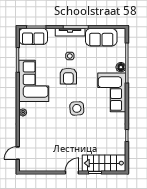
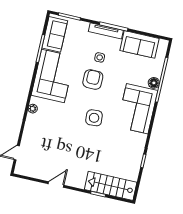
sofa: (33, 36) -> (55, 34), moved, turned -90
armchair: (68, 76) -> (93, 79), turned 180
door: (72, 172) -> (56, 185), moved

